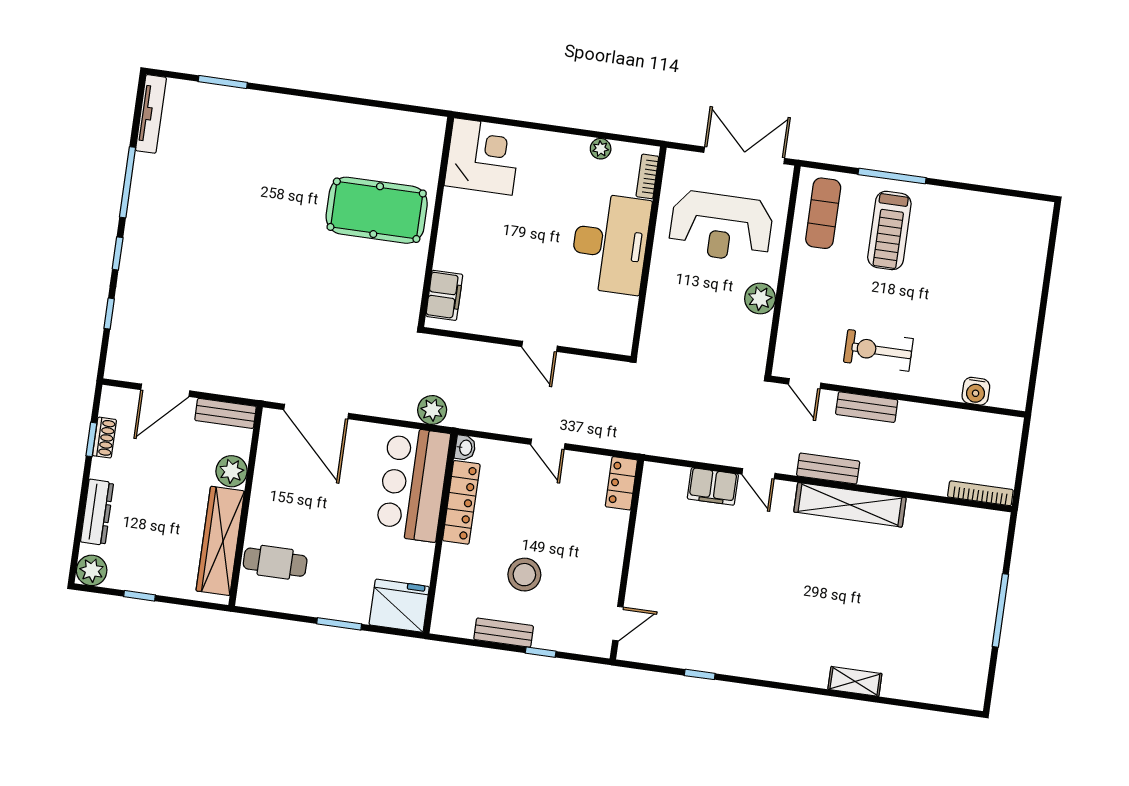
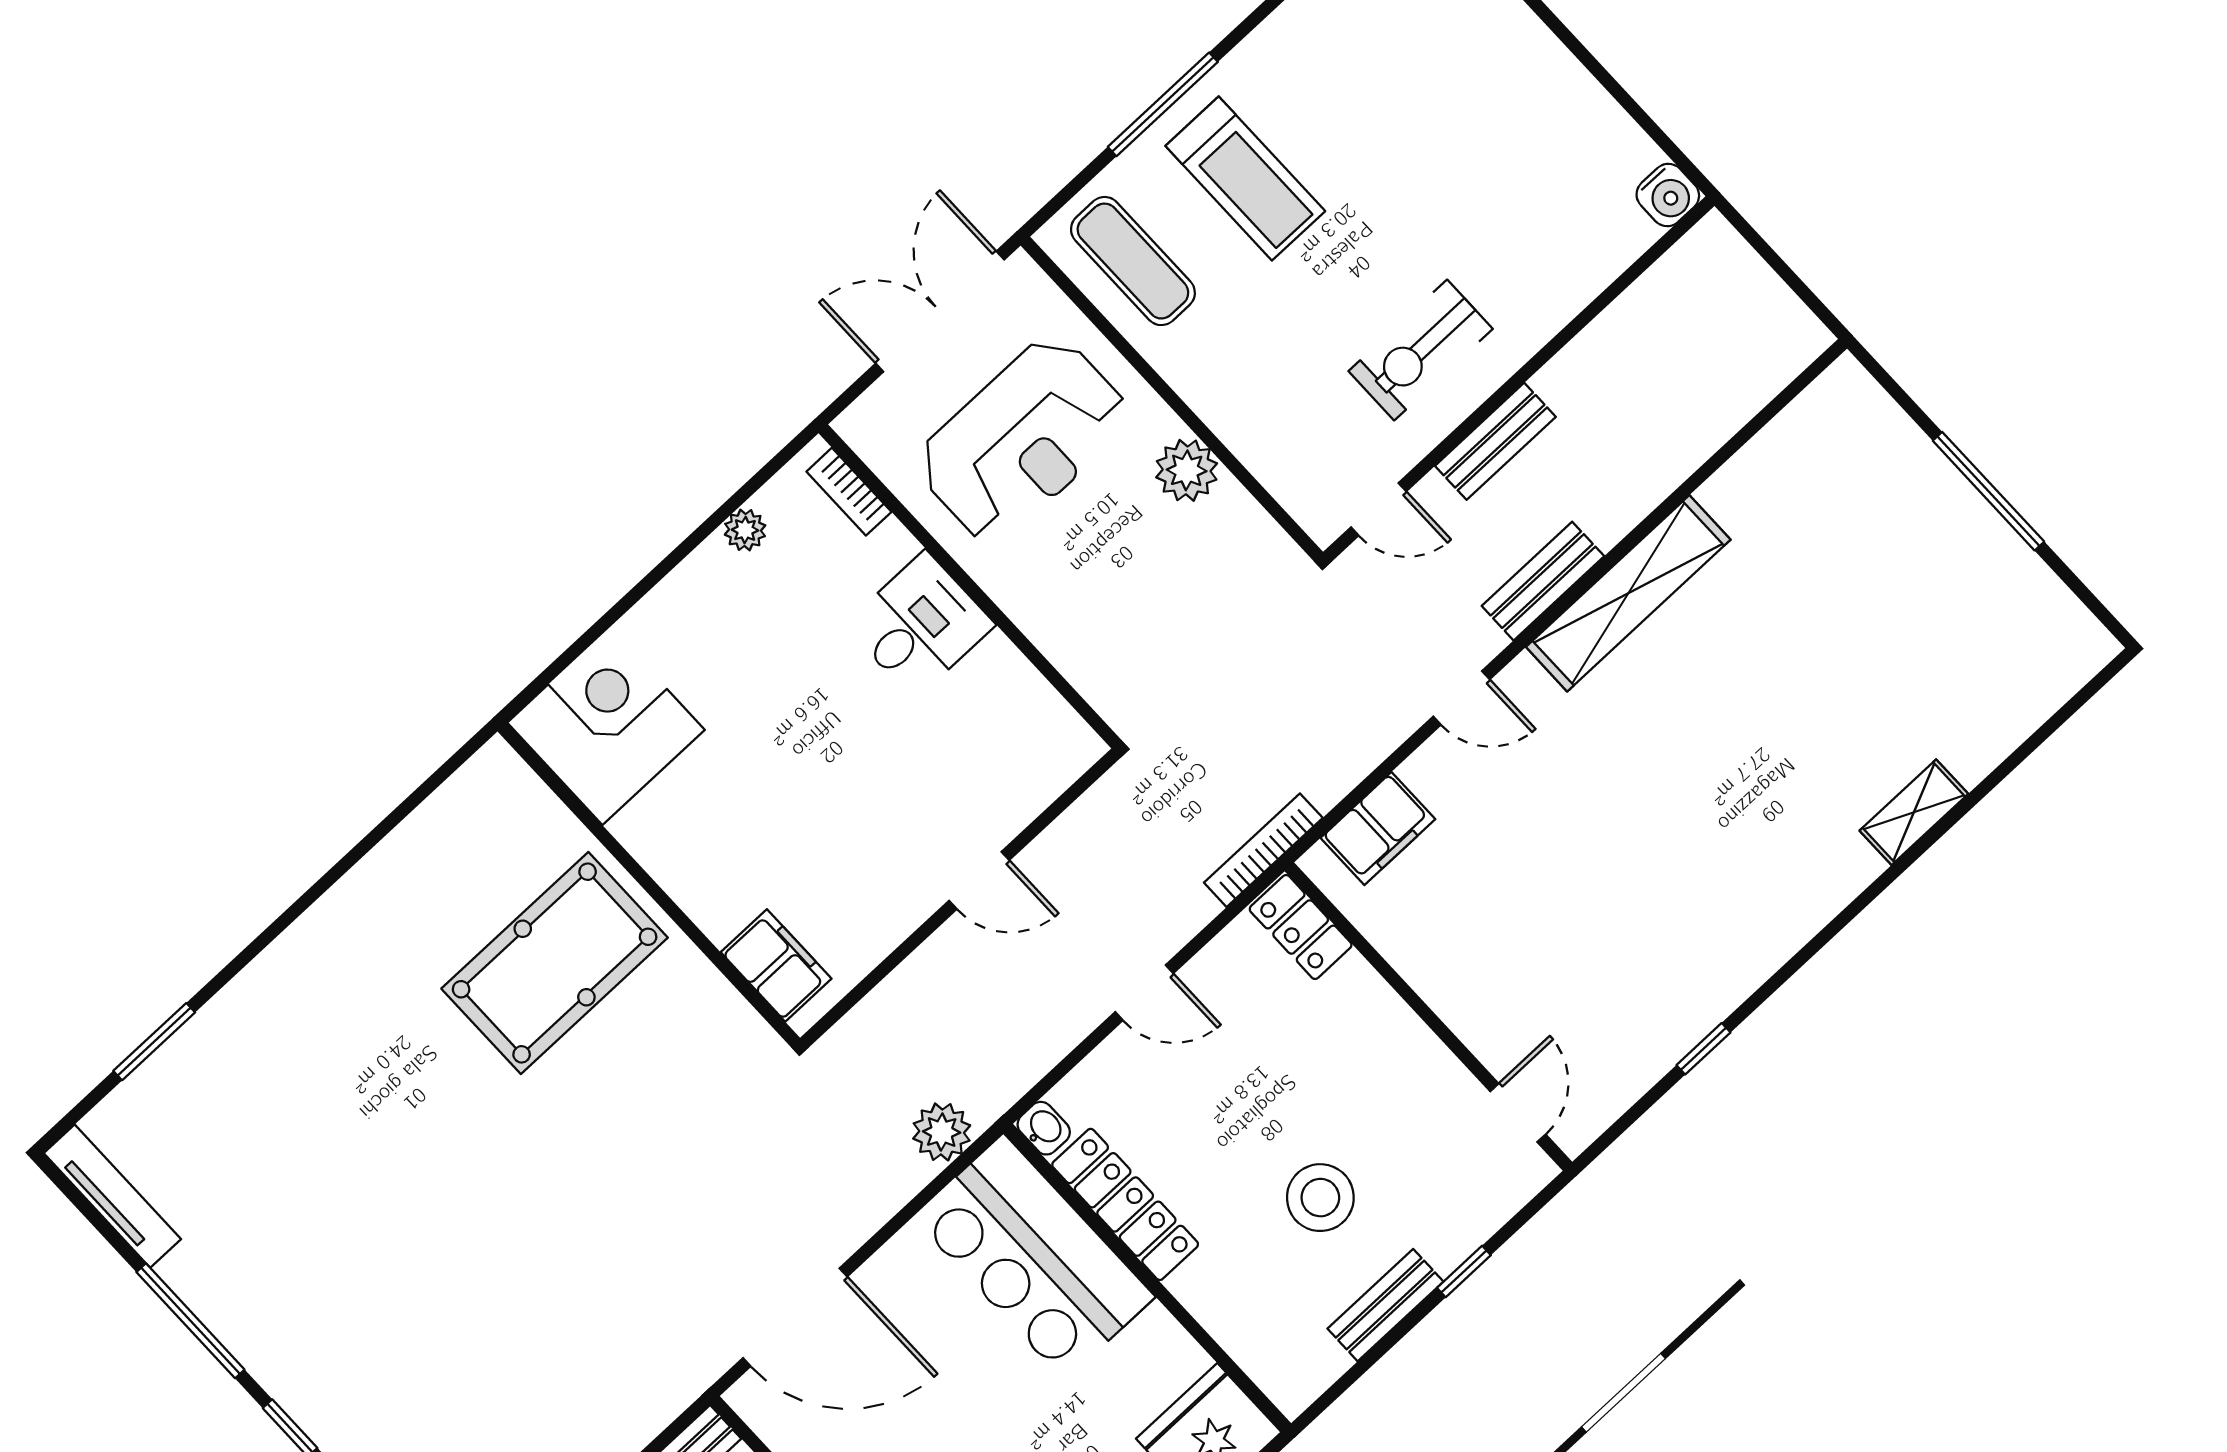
desk: (610, 244) -> (920, 625), width x0.53, depth x0.77
water cooler: (976, 391) -> (1668, 195), moved
filing cabinet: (713, 486) -> (1378, 828), moved
bookcase: (980, 493) -> (1263, 850), moved

